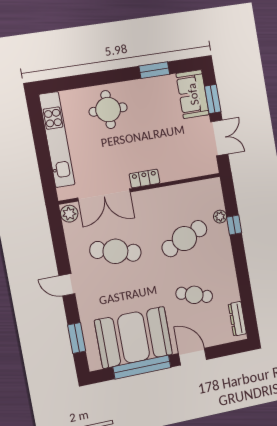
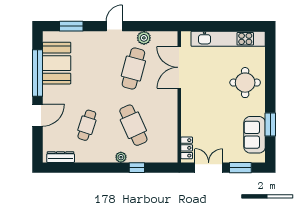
sofa: (193, 94) -> (255, 135), moved, turned -90
double door: (219, 138) -> (209, 168), swing flipped
locker: (144, 178) -> (187, 148), moved
plant: (69, 214) -> (144, 38), moved
plant: (220, 217) -> (121, 157), moved
booth: (134, 337) -> (57, 63), width x0.73, depth x0.70

